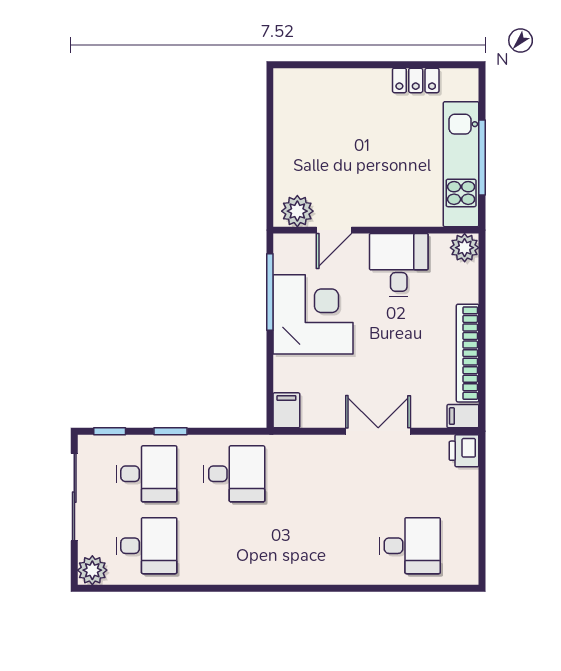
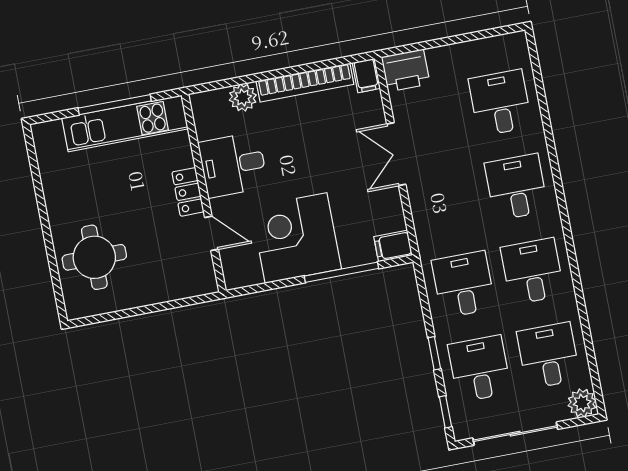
locker: (416, 80) -> (188, 192), moved, turned 180
round table: (332, 108) -> (94, 257), added
plant: (297, 211) -> (200, 272), removed
plant: (465, 248) -> (243, 98), moved
window: (270, 292) -> (341, 272), moved
printer: (464, 451) -> (406, 70), width x1.36, depth x1.24
desk: (234, 546) -> (532, 271), added
desk: (322, 546) -> (516, 187), added

